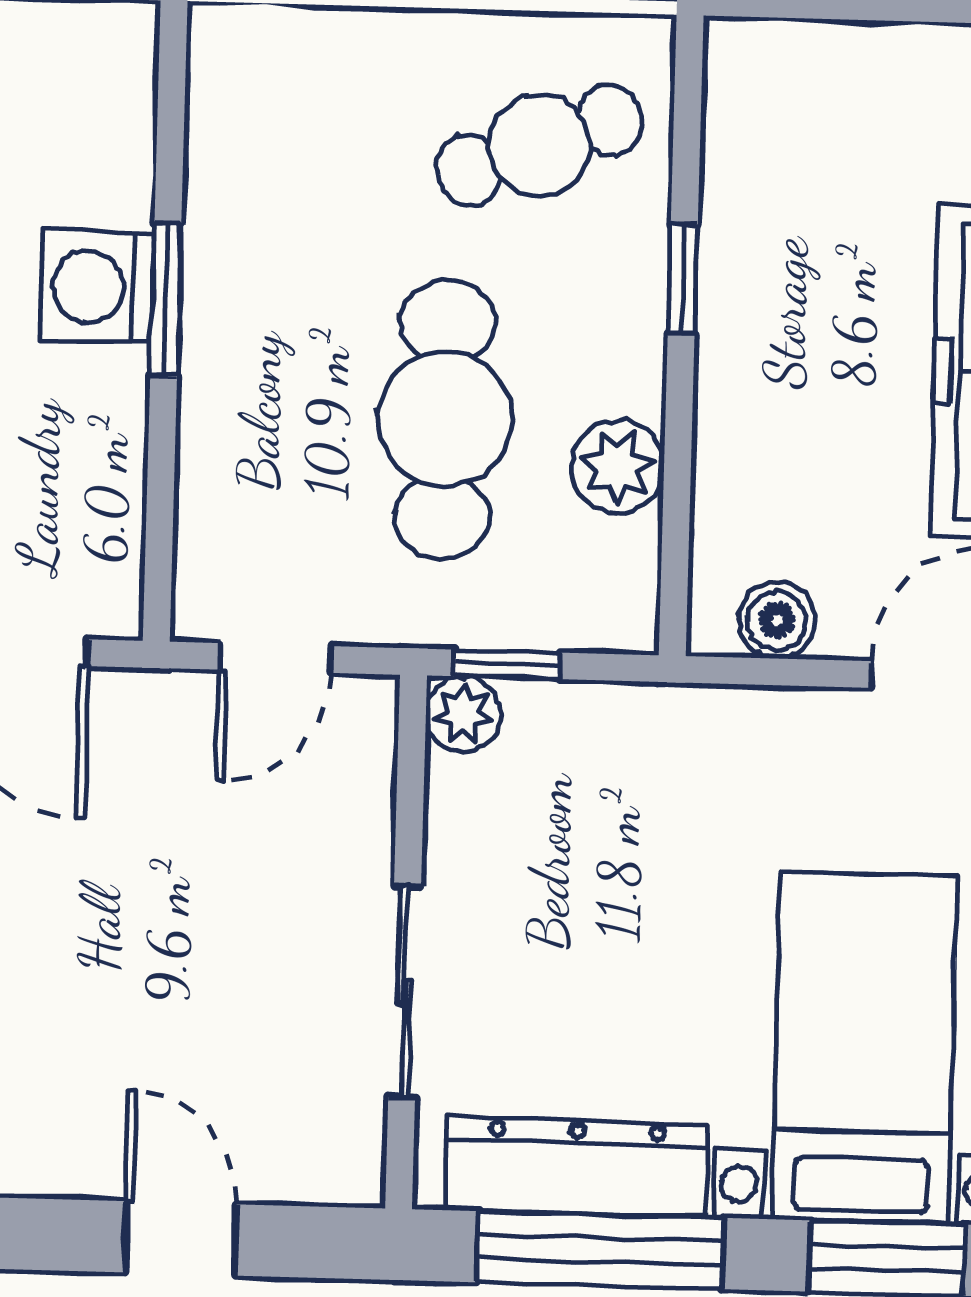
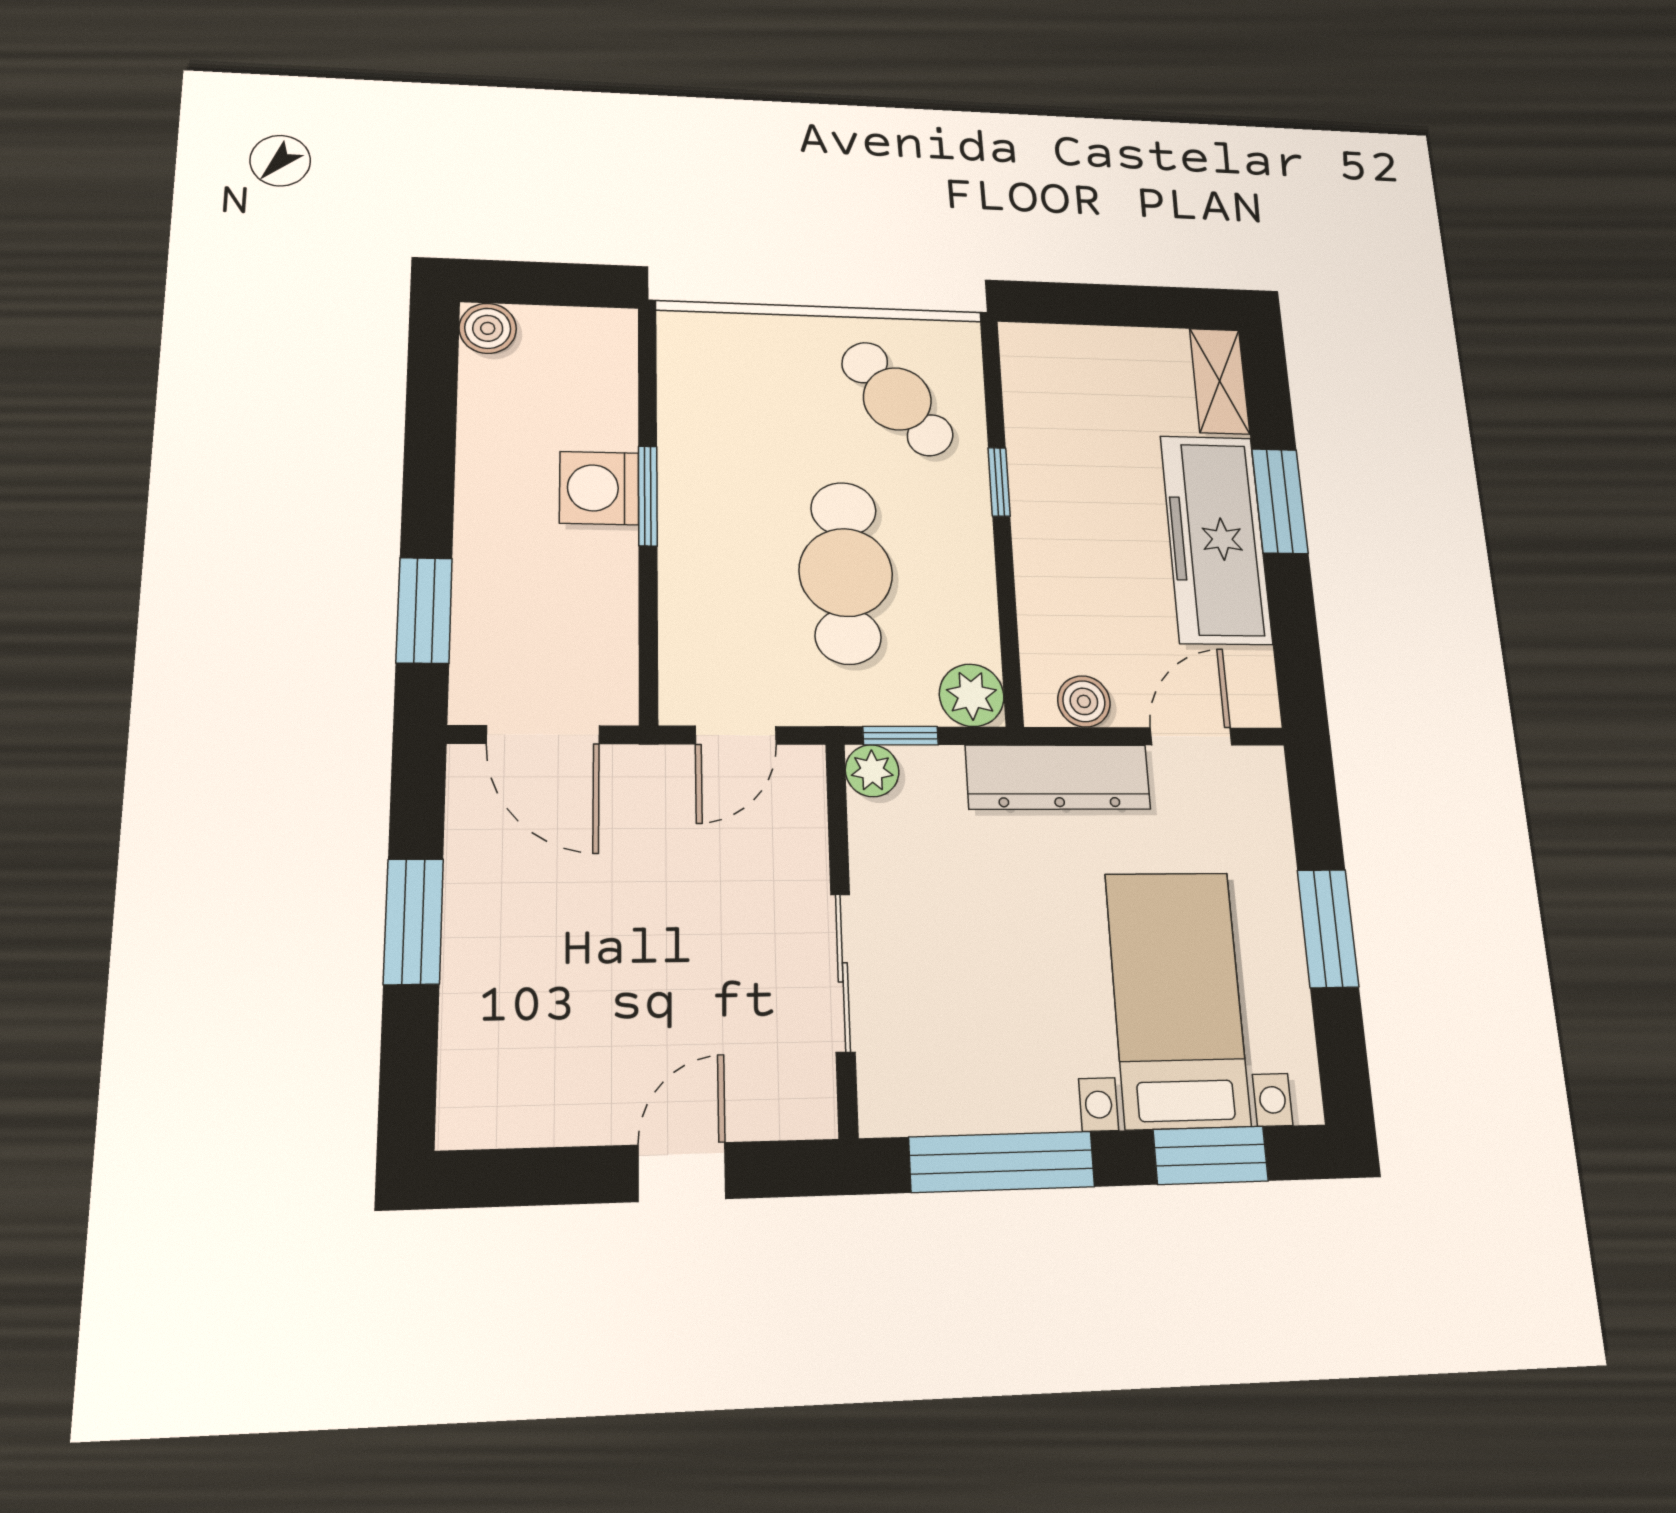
cafe table: (540, 145) -> (897, 399), turned 72
plant: (618, 467) -> (972, 695), moved
dresser: (577, 1167) -> (1058, 777), moved, turned 180
door: (180, 1238) -> (682, 1172), hinge flipped

